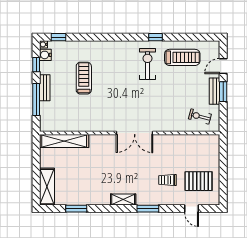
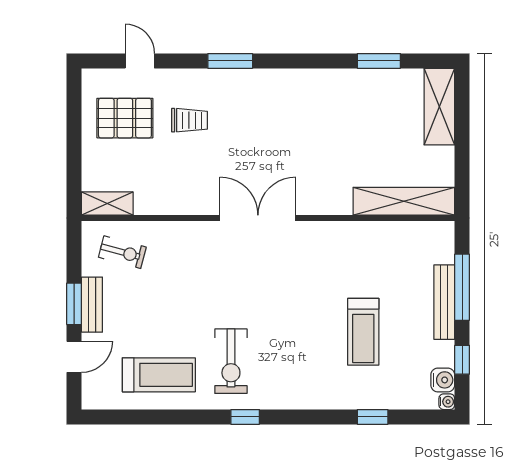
window: (58, 37) -> (373, 417), moved
window: (155, 37) -> (245, 417), moved
treadmill: (182, 57) -> (159, 375), turned 180
bench: (45, 88) -> (444, 302), width x1.36
shelving: (123, 199) -> (107, 203), moved

